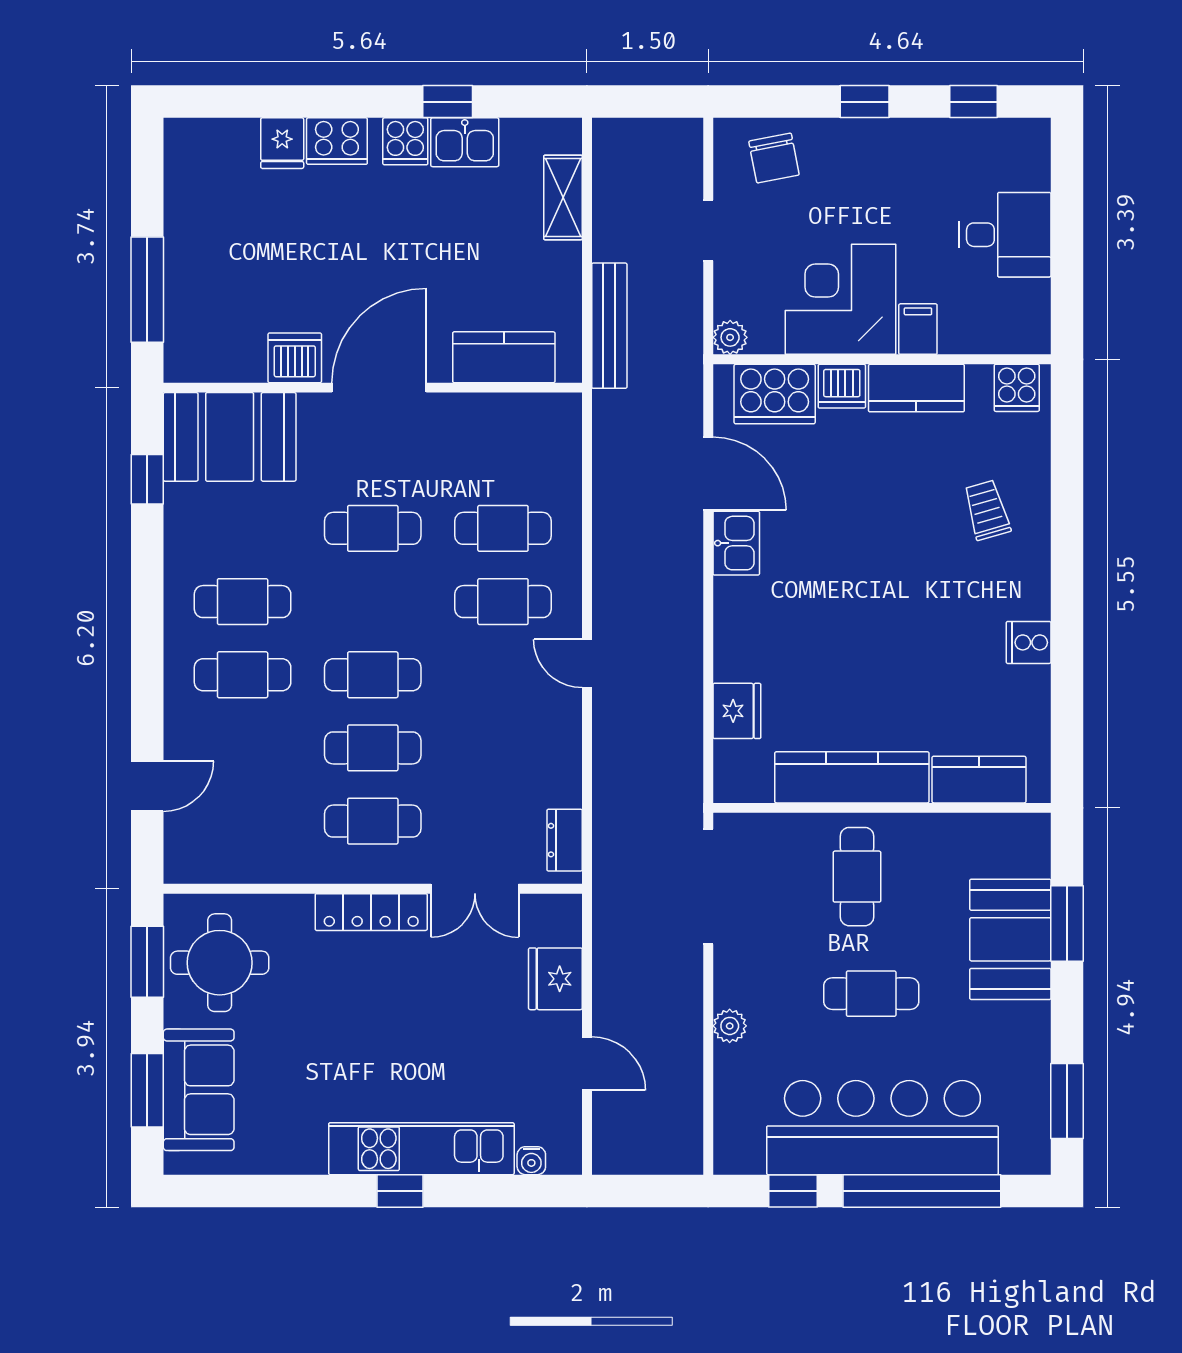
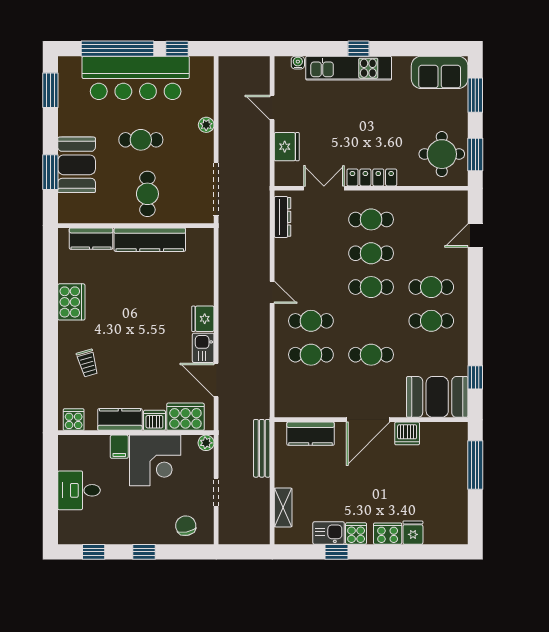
cooker: (1029, 642) -> (71, 302), width x1.87, depth x1.31
fridge: (737, 711) -> (203, 319), moved
dresser: (565, 840) -> (282, 217), width x1.44
sofa: (199, 1090) -> (440, 72), moved, turned -90

